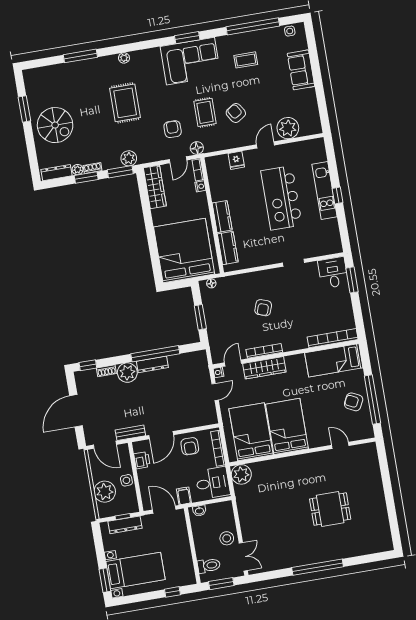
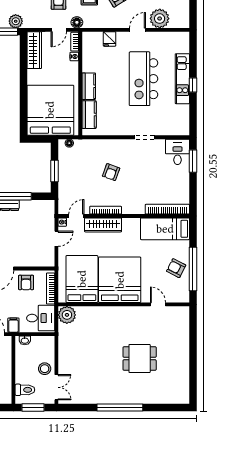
bed: (287, 426) -> (120, 280), width x1.36

